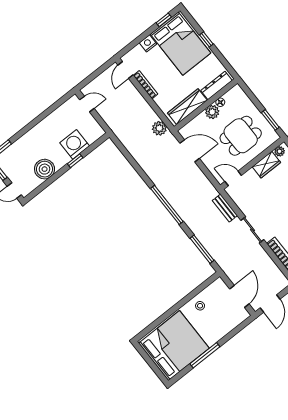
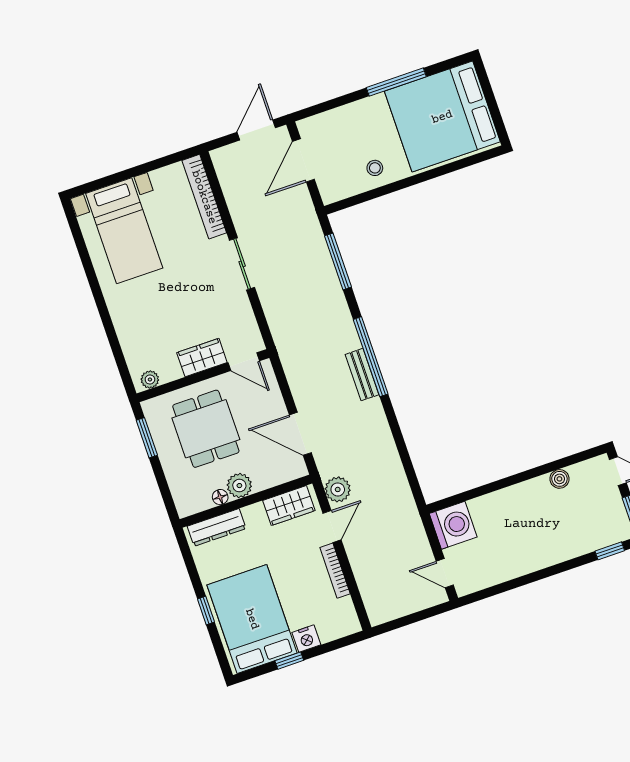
window: (164, 20) -> (289, 661), moved
door: (126, 70) -> (332, 527), moved
wardrobe: (187, 107) -> (289, 506), width x0.67
dining table: (241, 136) -> (206, 429), turned 90
washing machine: (75, 144) -> (453, 525), moved, turned -90
window: (75, 161) -> (498, 485), removed
wardrobe: (266, 165) -> (202, 358), moved
boiler: (45, 169) -> (559, 479), width x0.54, depth x0.54
bench: (225, 208) -> (362, 375), moved

